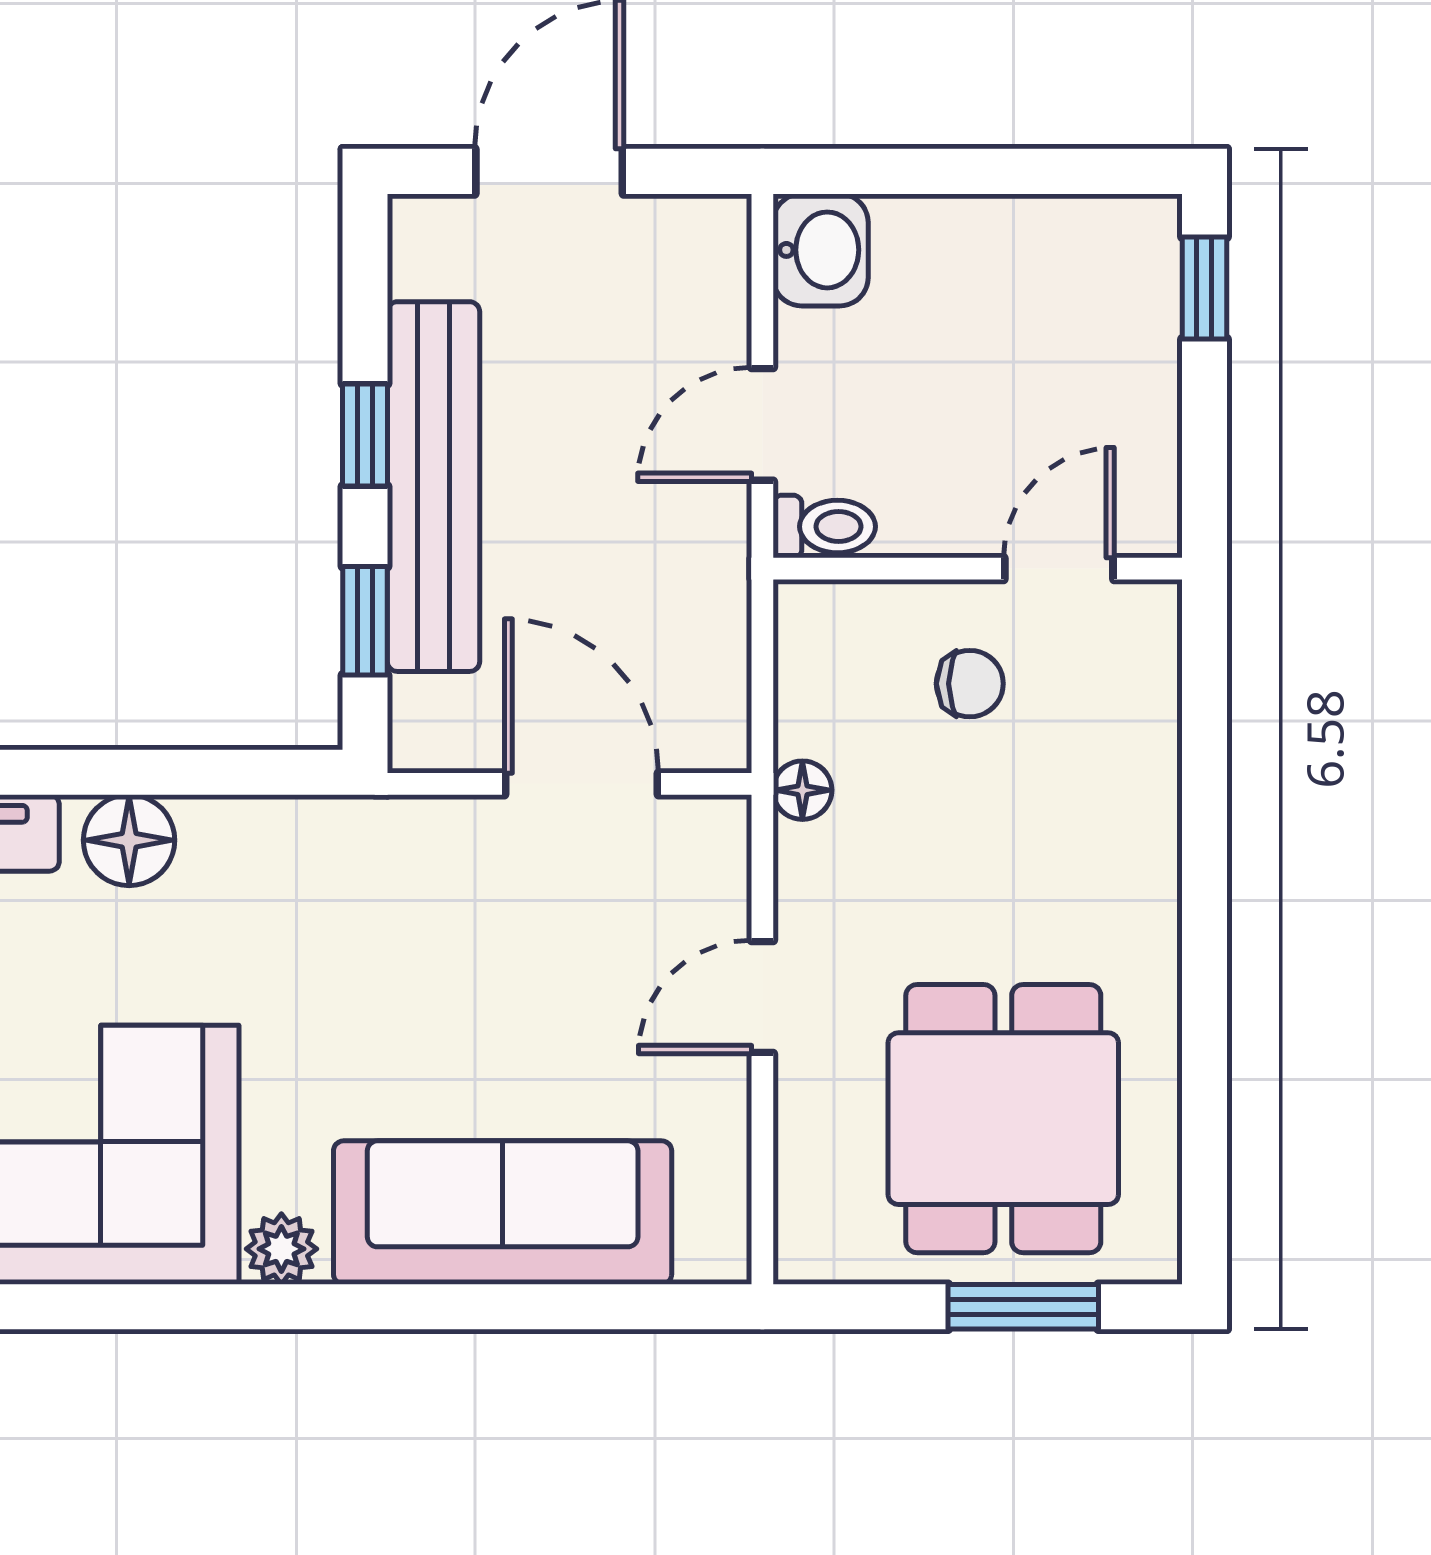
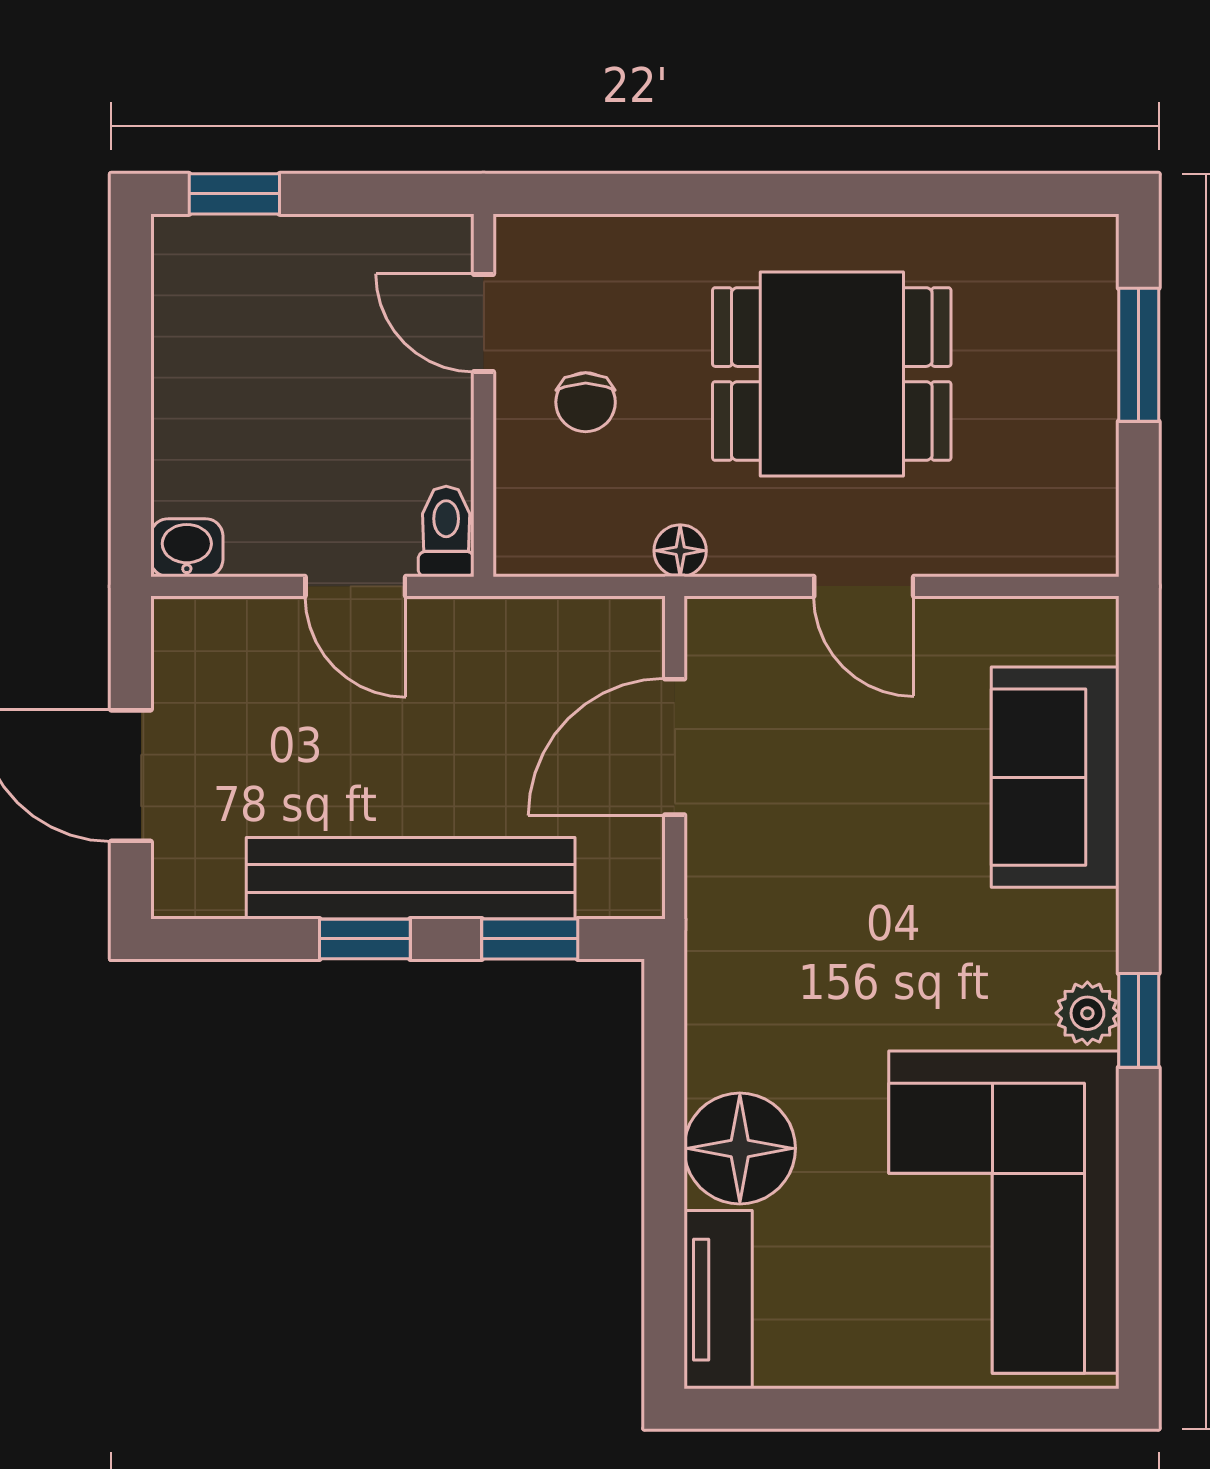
washbasin: (821, 250) -> (187, 548), width x0.72, depth x0.69
chair: (970, 684) -> (586, 402), turned 180
floor lamp: (129, 840) -> (740, 1148), width x1.38, depth x1.38
dining table: (1003, 1119) -> (832, 374), moved
sofa: (503, 1212) -> (1055, 777), width x0.73
window: (273, 1307) -> (1139, 1020), added

